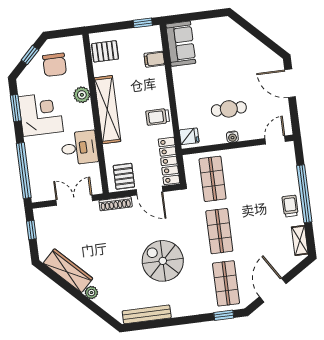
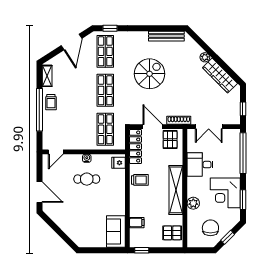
spiral stairs: (163, 261) -> (150, 74), turned -90

